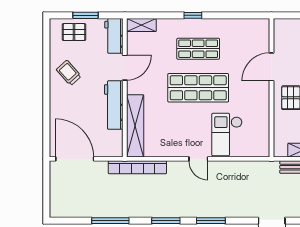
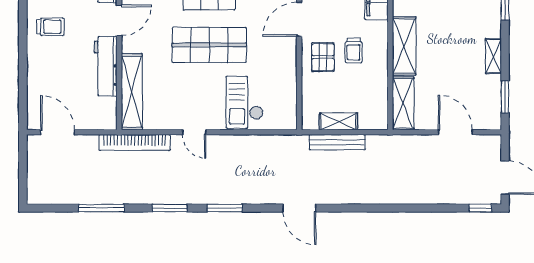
trolley: (69, 73) -> (50, 27), turned 132
door: (75, 159) -> (58, 132), width x0.73
door: (198, 159) -> (194, 132), moved

